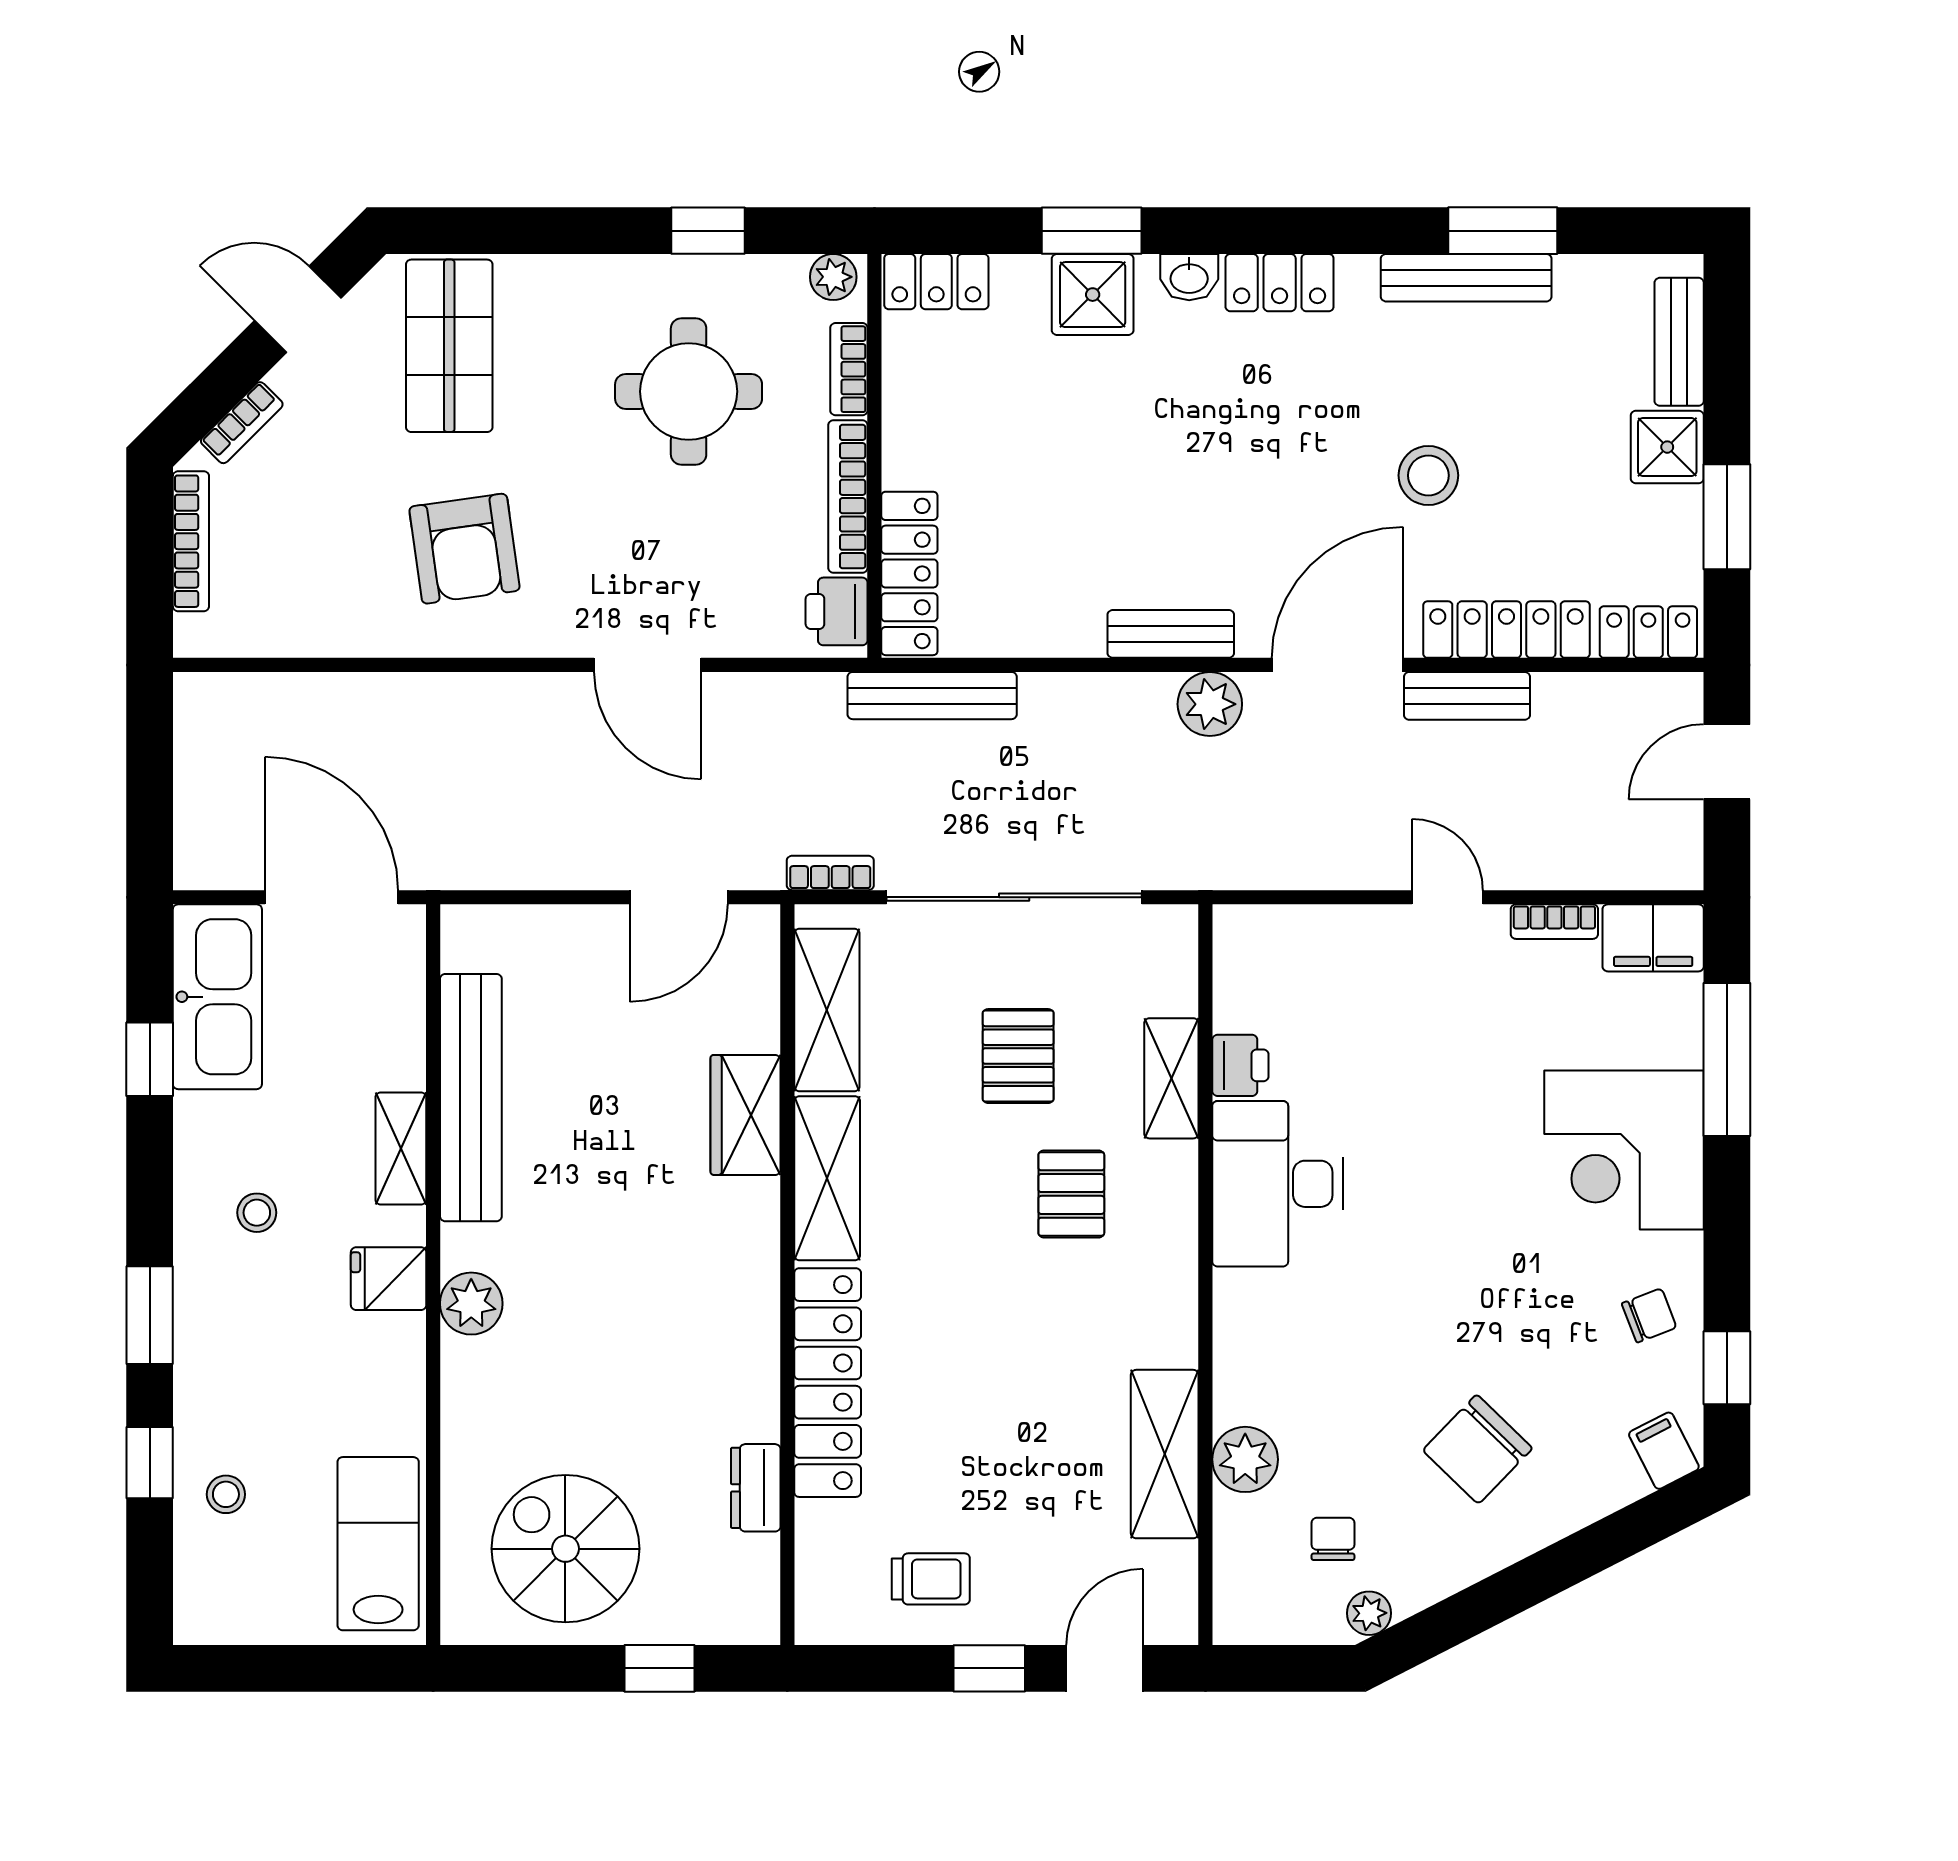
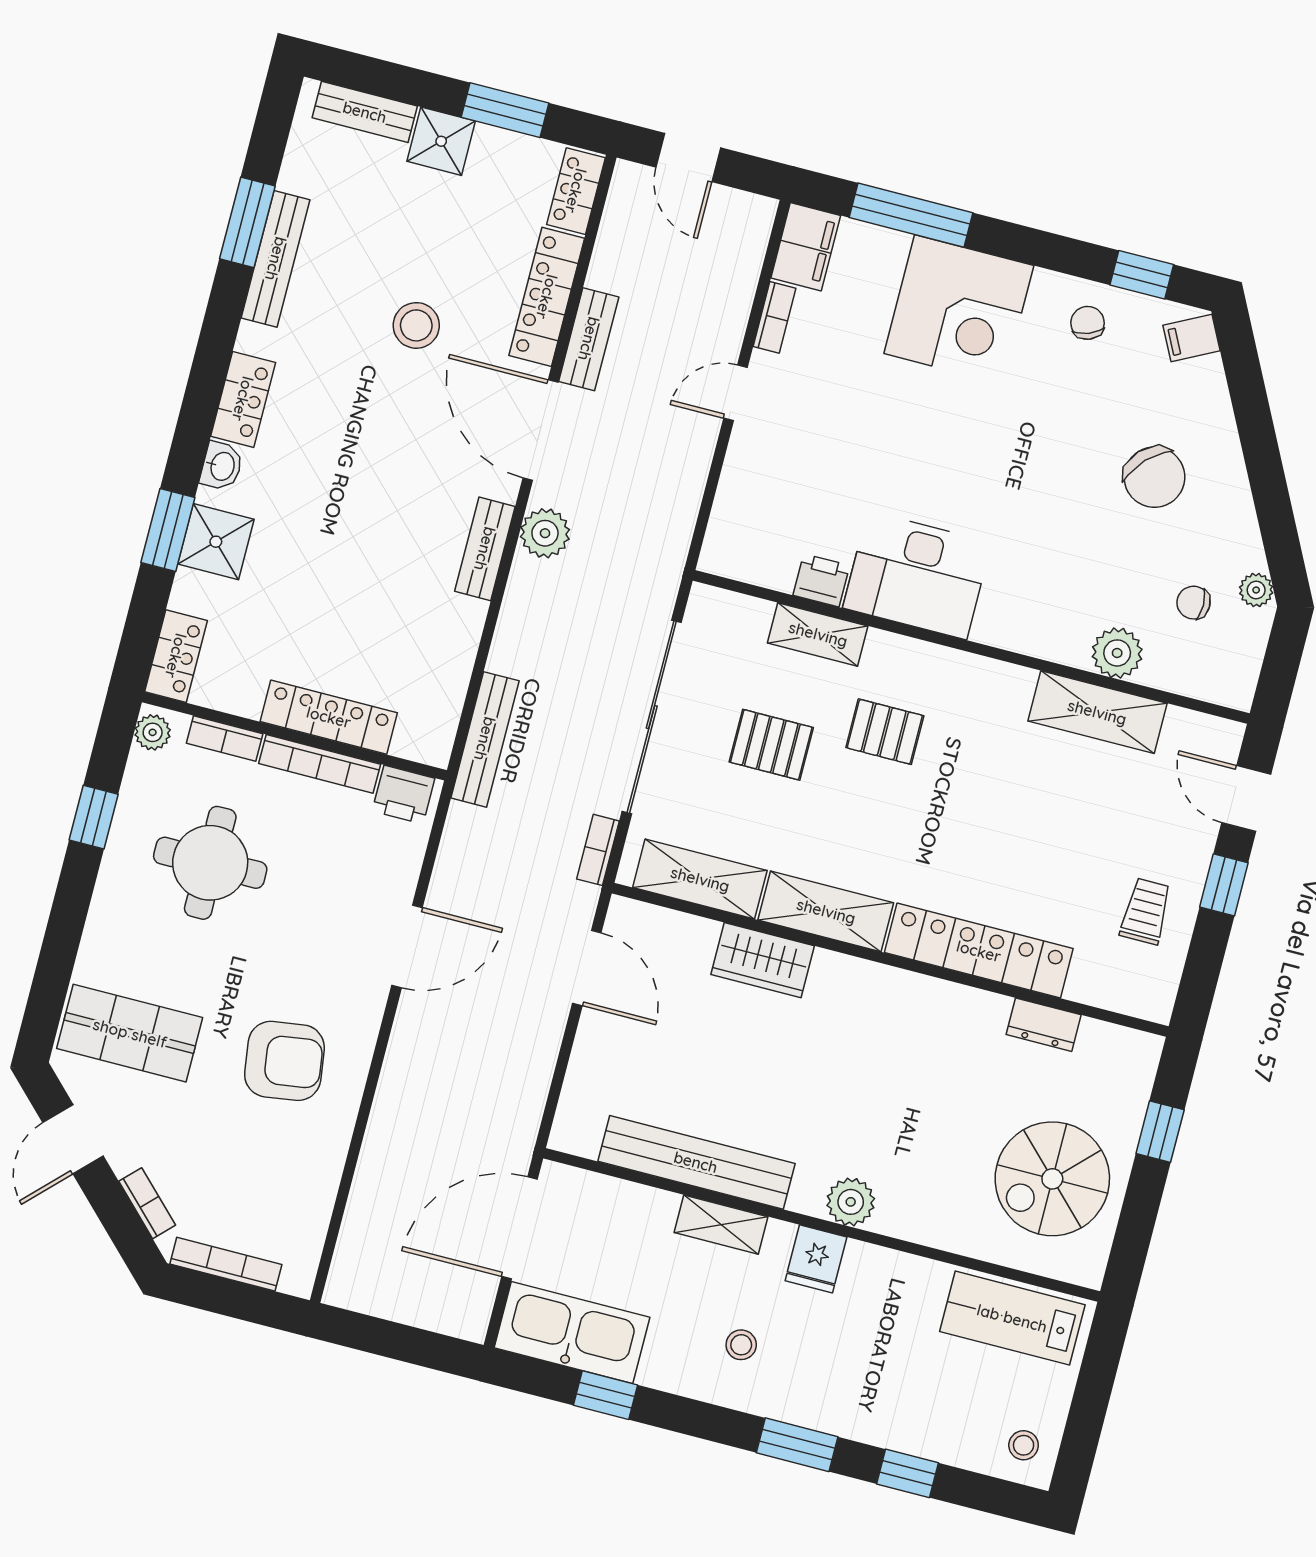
locker: (909, 573) -> (329, 717), moved
stool: (226, 1494) -> (1024, 1445), moved

